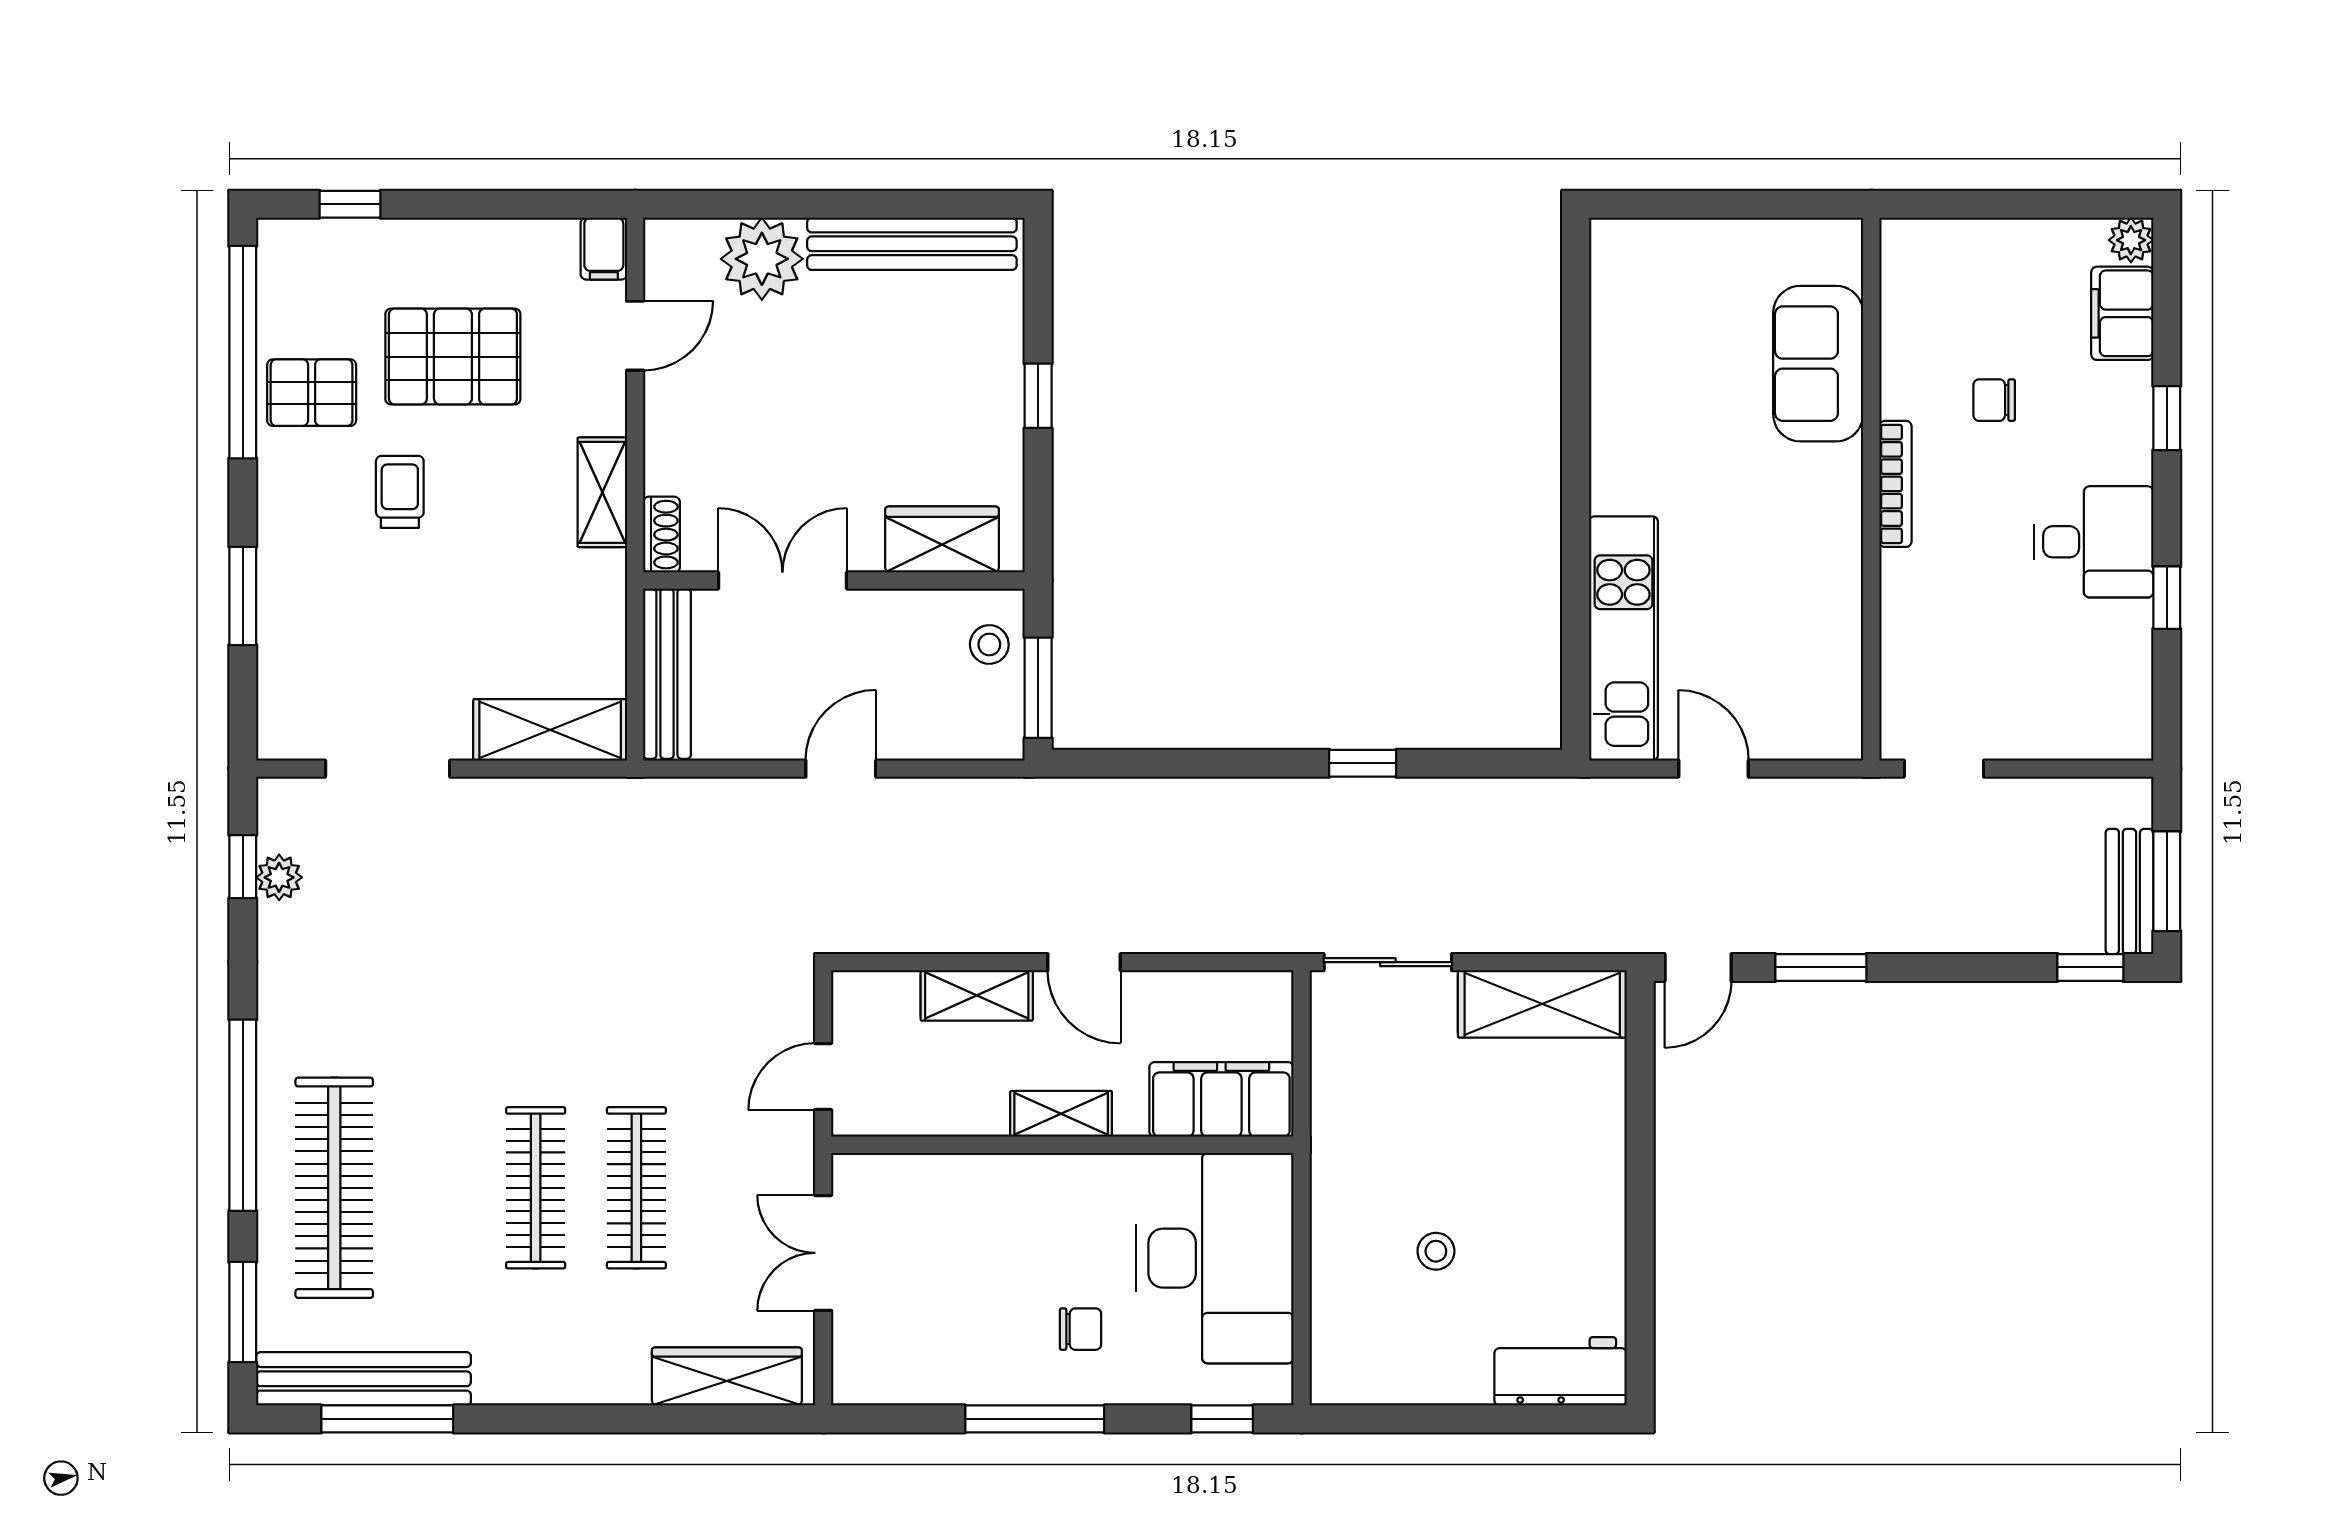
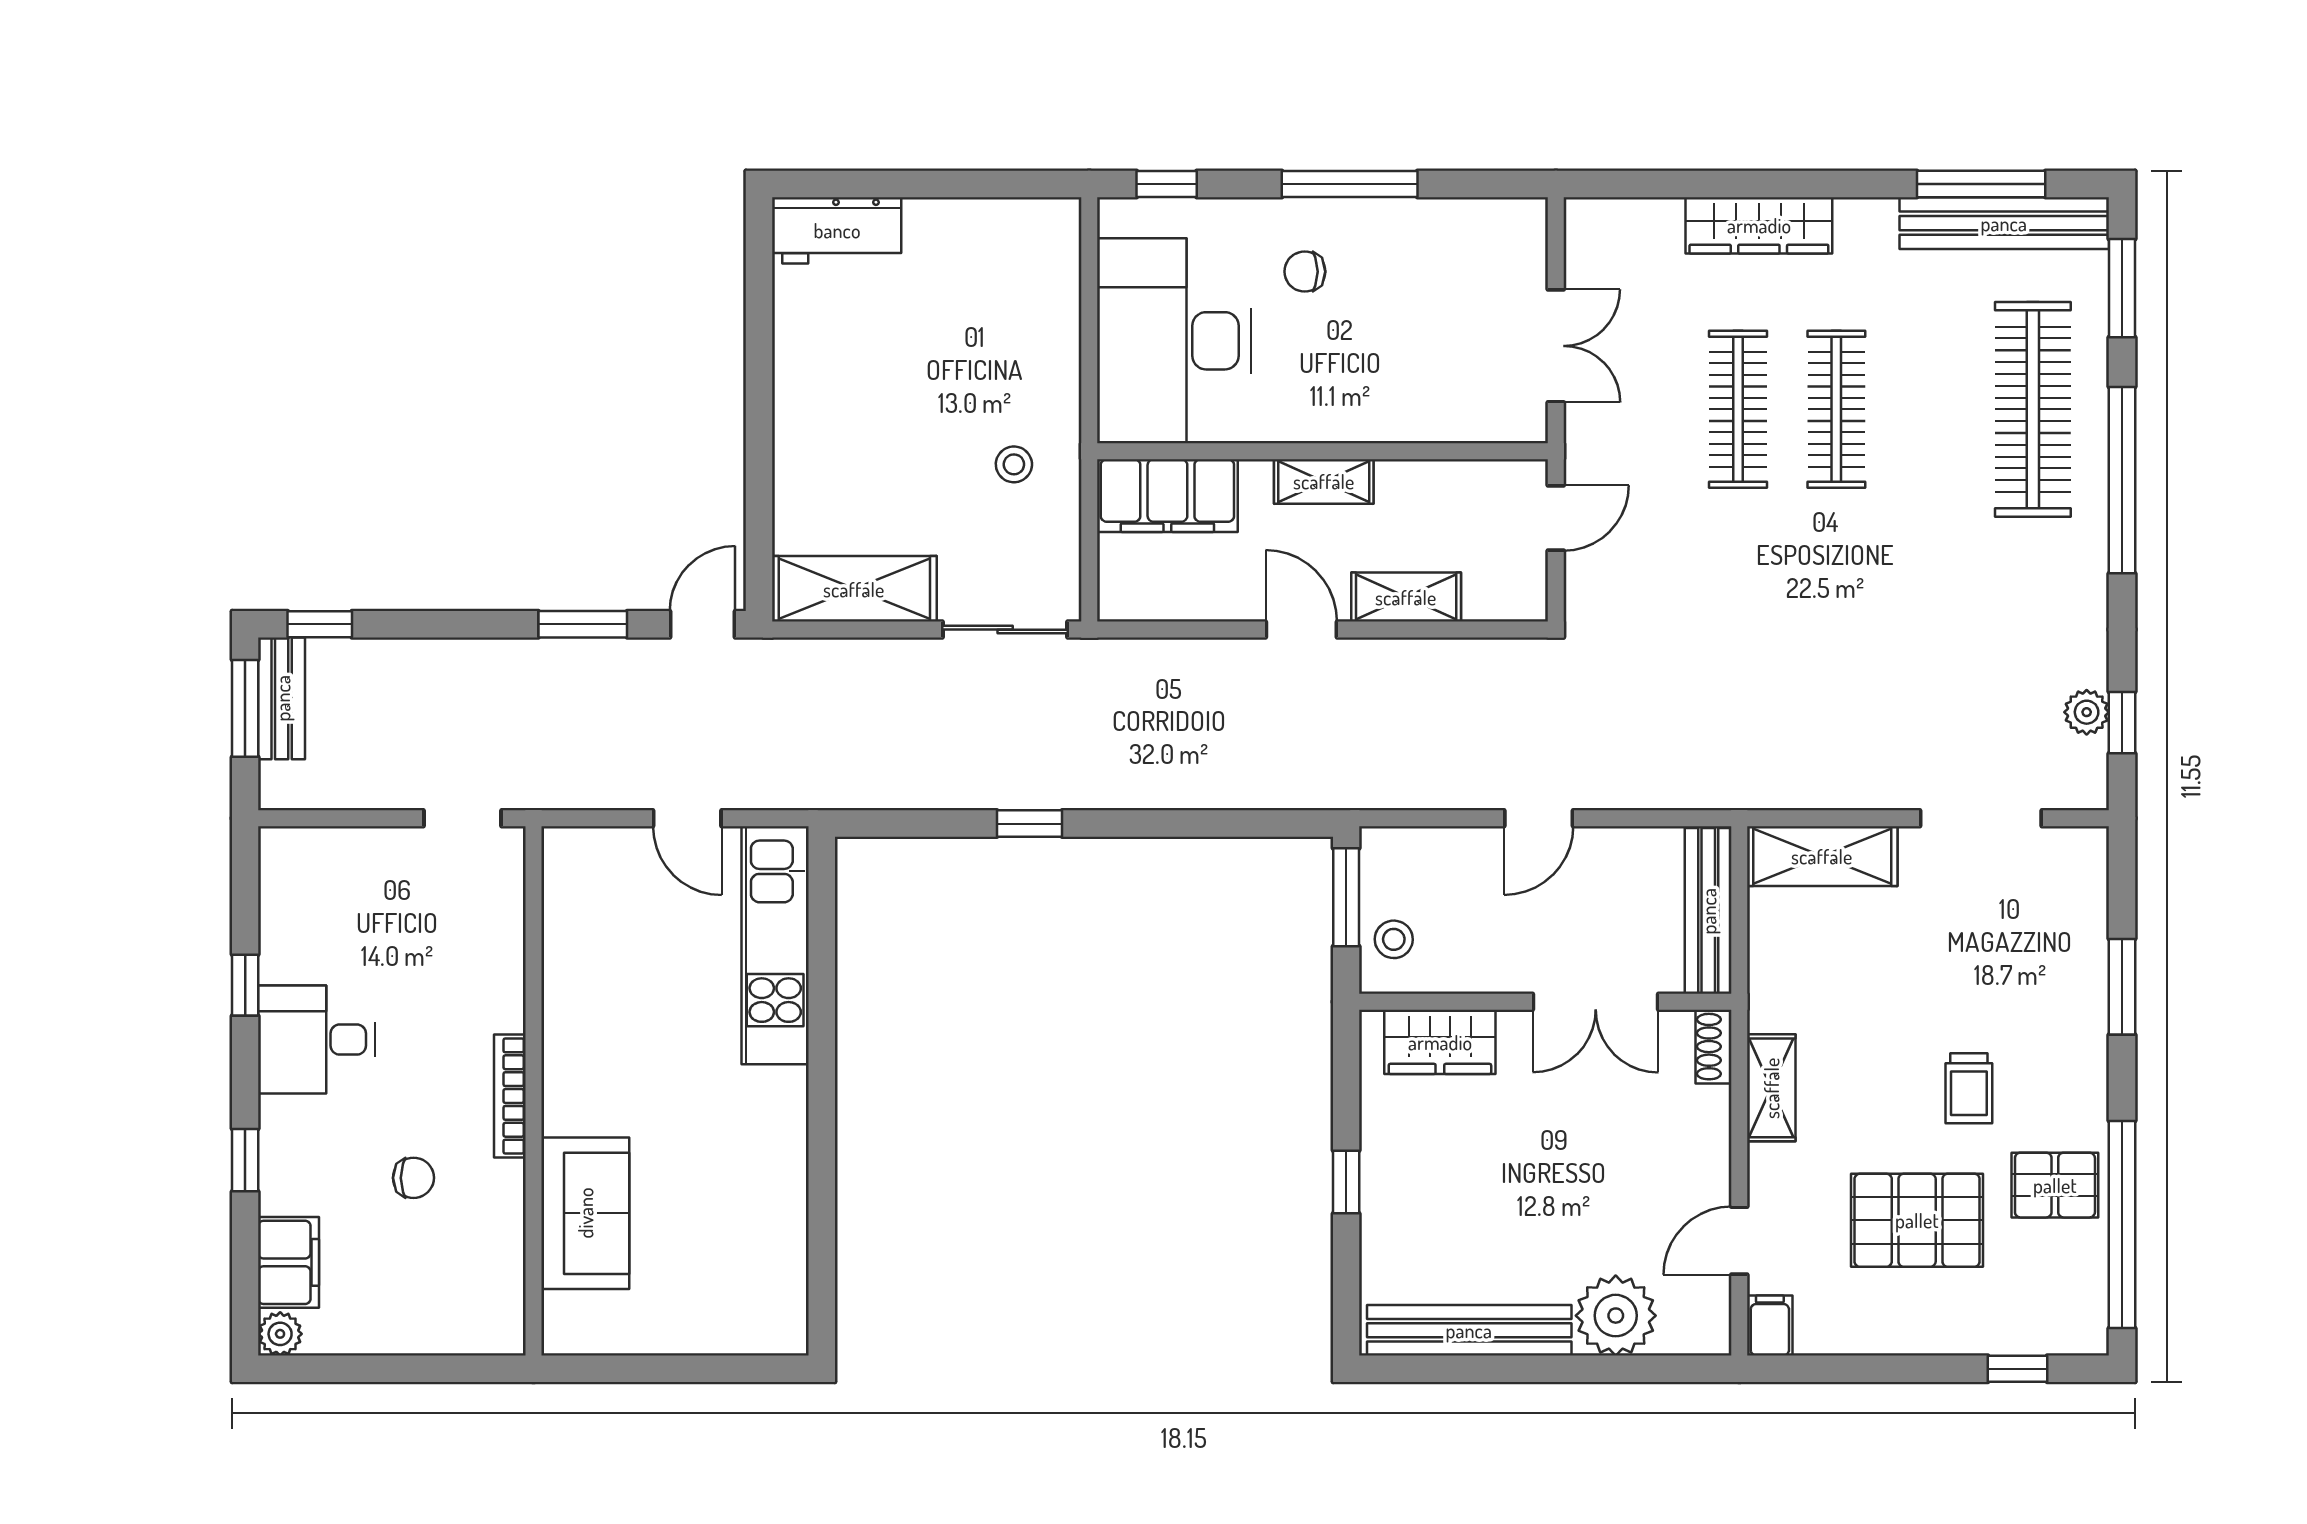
stool: (1436, 1251) -> (1014, 464), moved
wardrobe: (727, 1376) -> (1759, 225), moved

